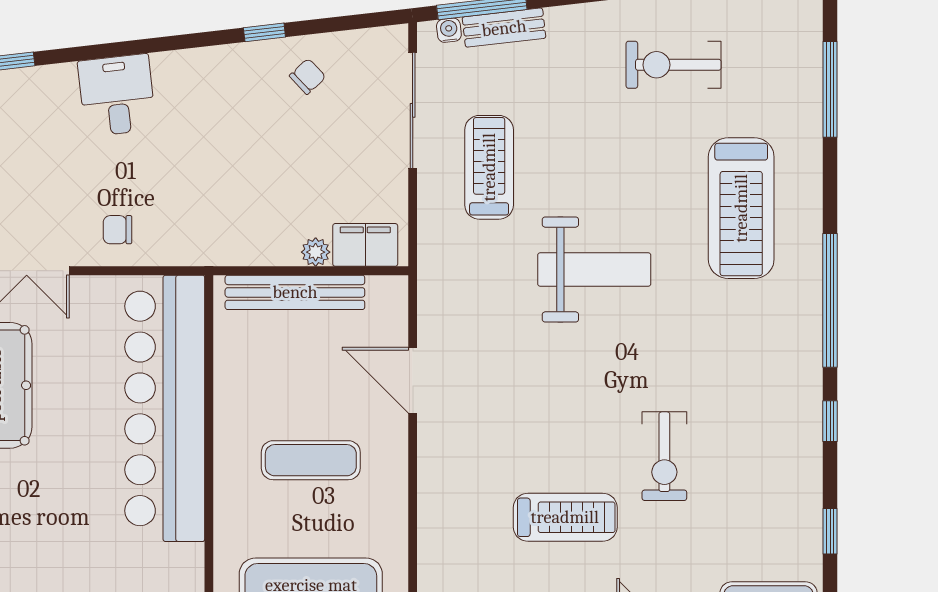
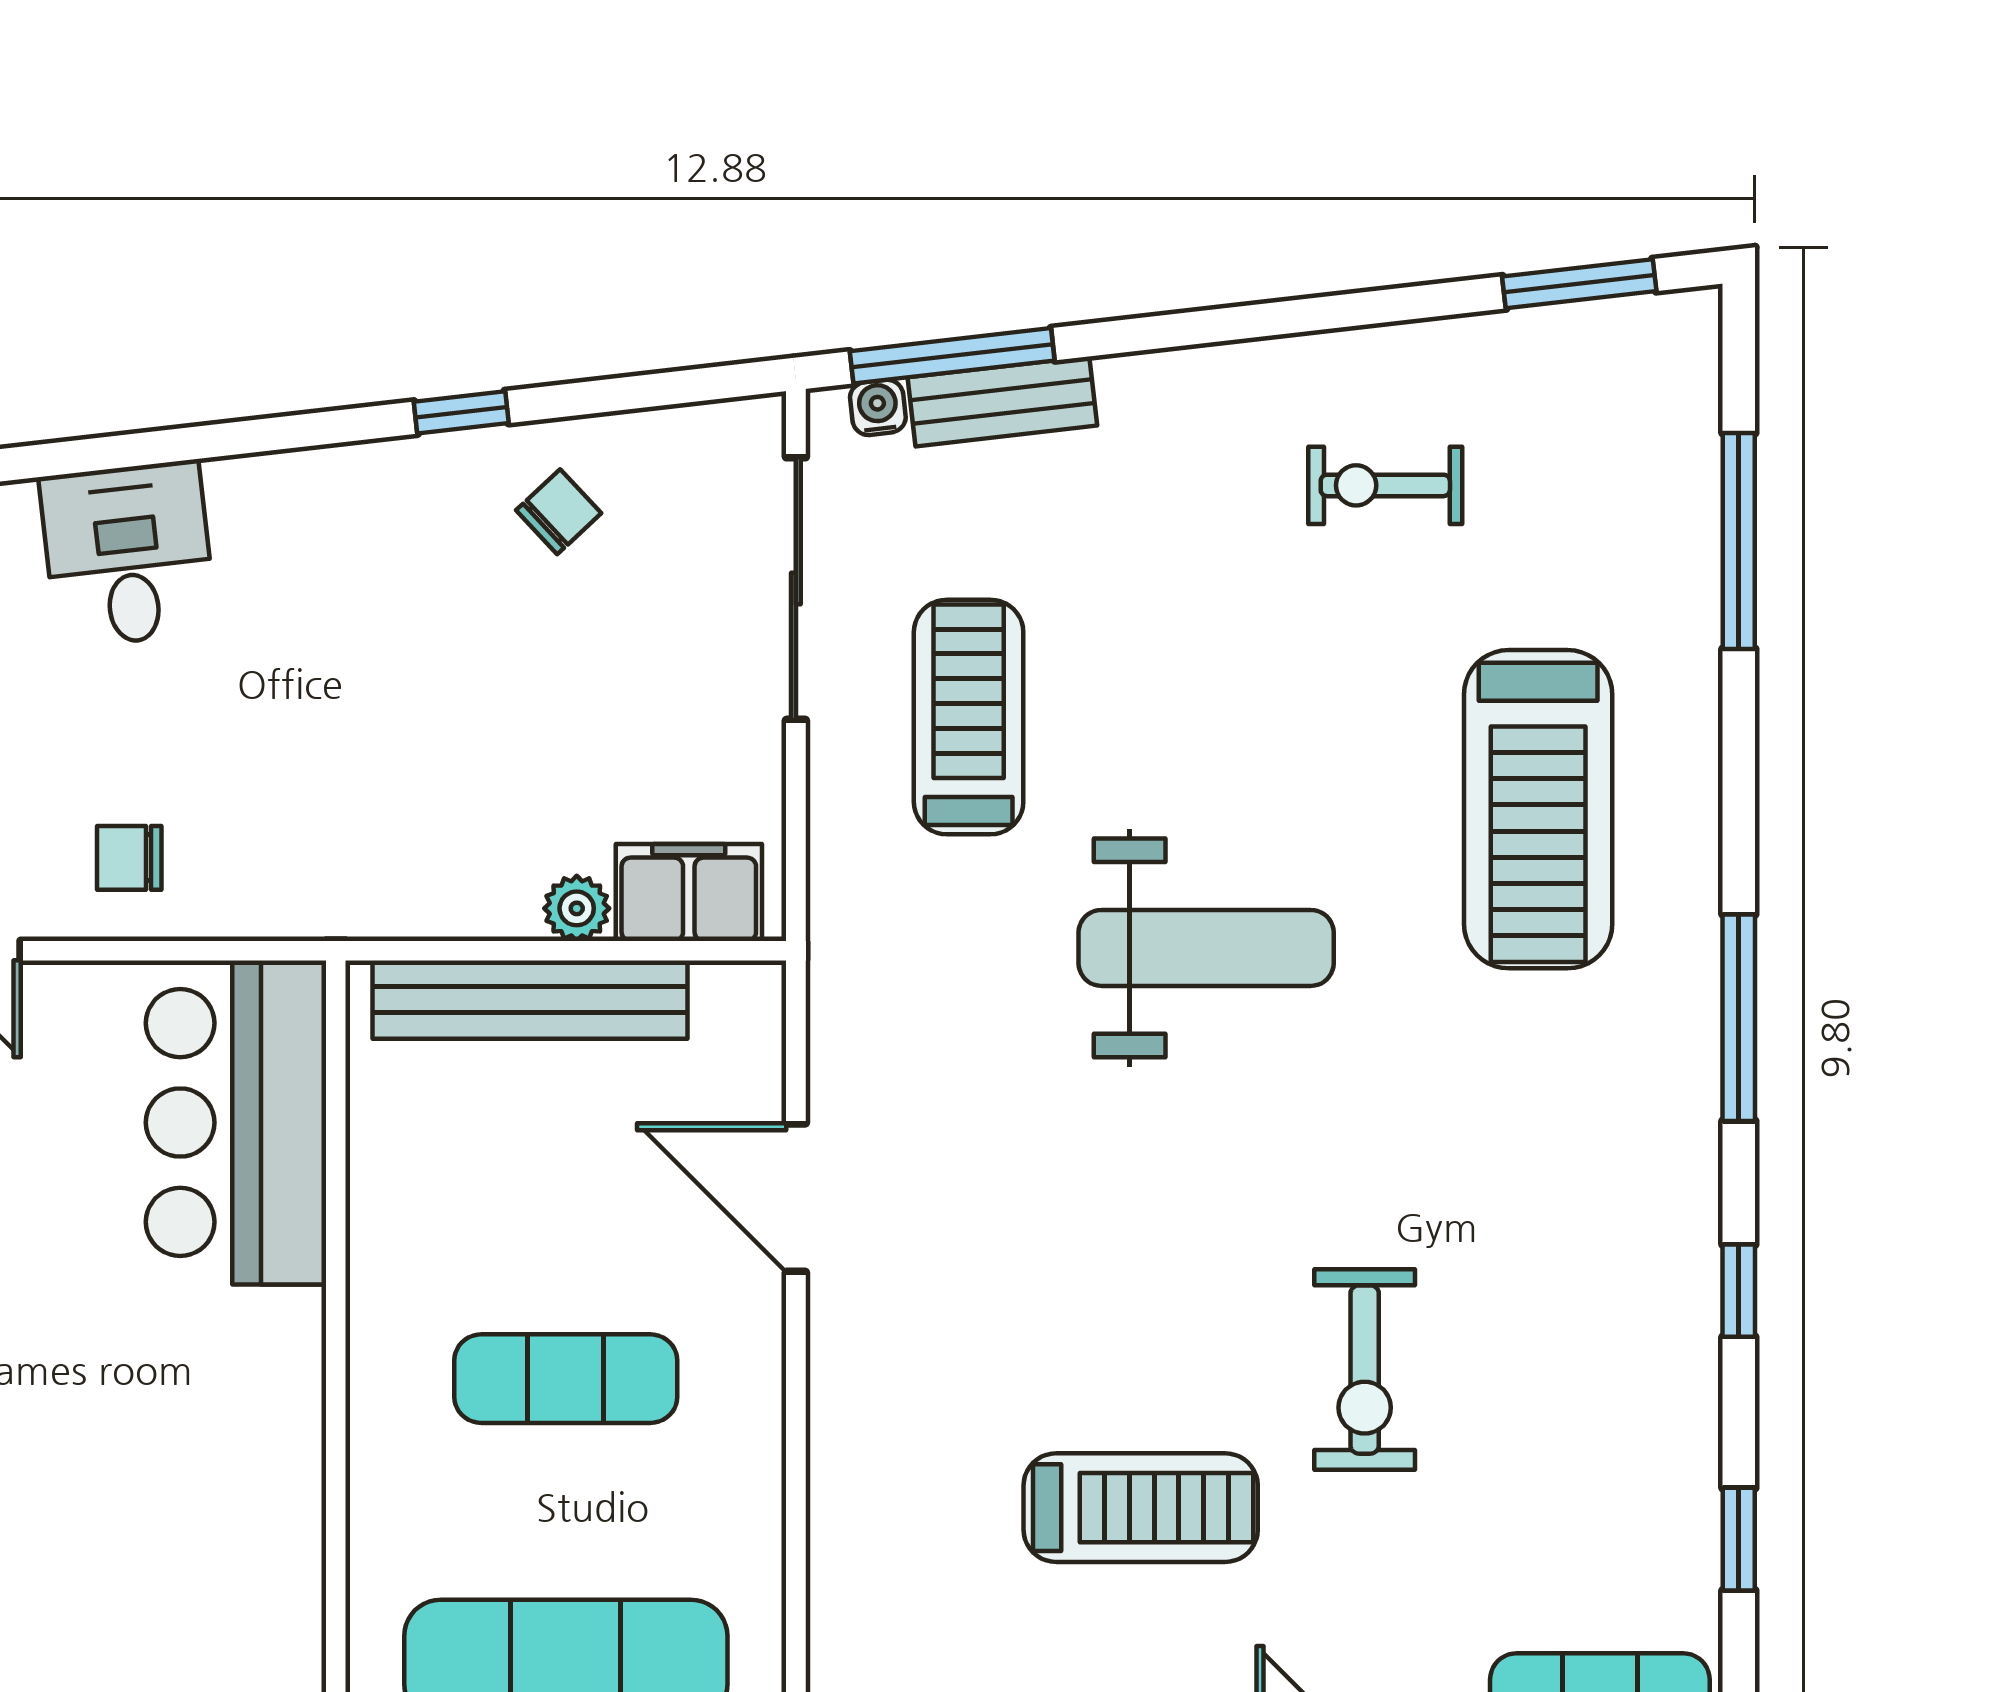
exercise bike: (674, 65) -> (1385, 485), width x0.73, depth x0.72
window: (830, 300) -> (1739, 1018), width x0.68
bar counter: (165, 408) -> (236, 1123), width x0.54

